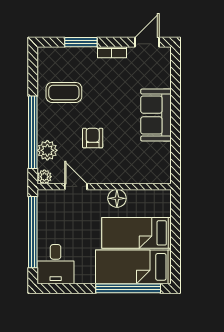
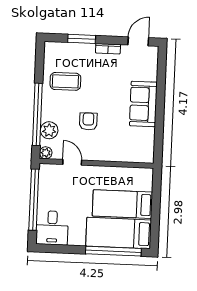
floor lamp: (117, 198) -> (107, 174), removed

